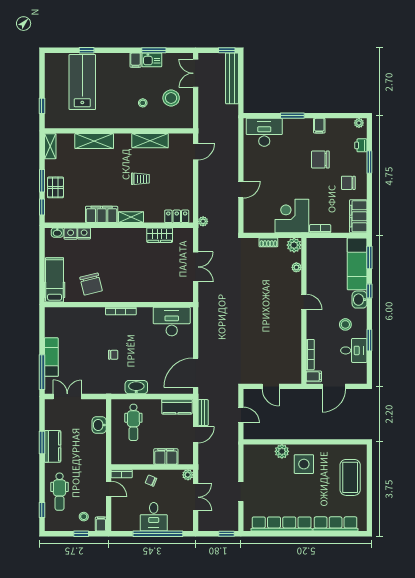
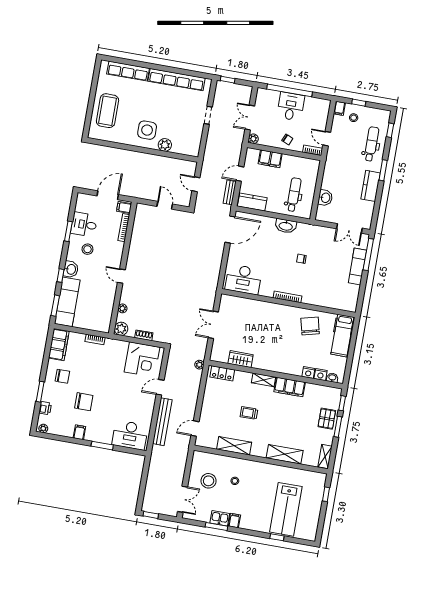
bench: (232, 78) -> (162, 422), moved
corner desk: (292, 216) -> (142, 360), moved
window: (42, 443) -> (383, 170), moved

